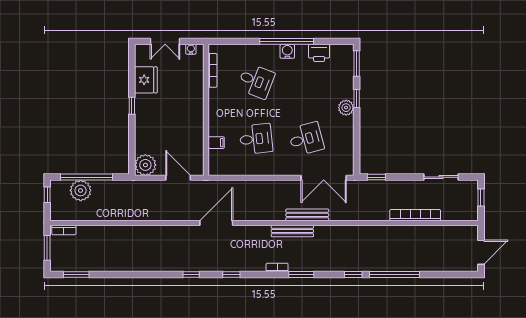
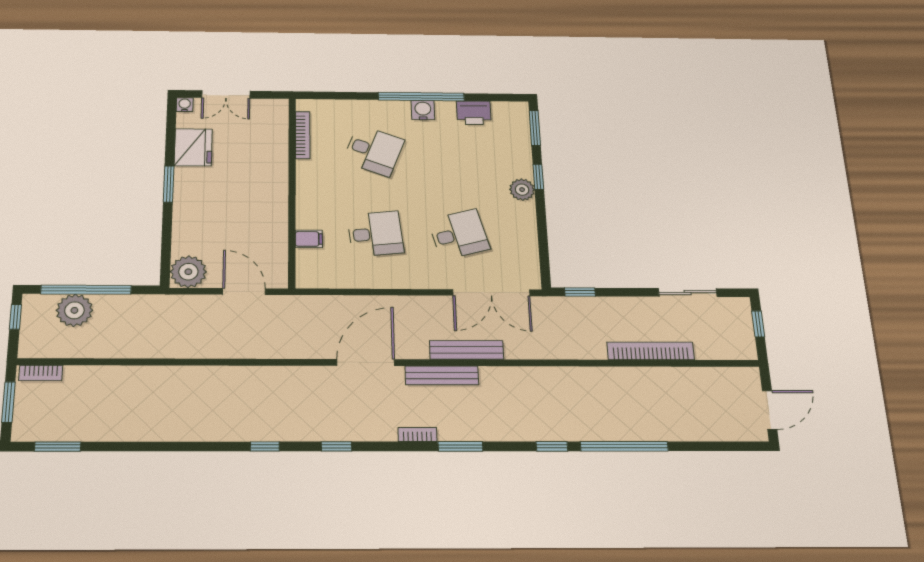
water cooler: (191, 49) -> (185, 105), moved
window: (132, 106) -> (169, 184), width x1.50
door: (216, 223) -> (366, 362), moved

